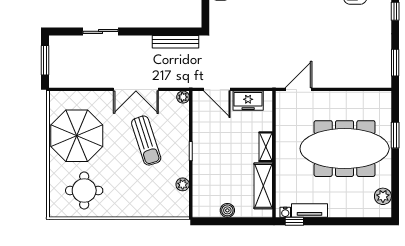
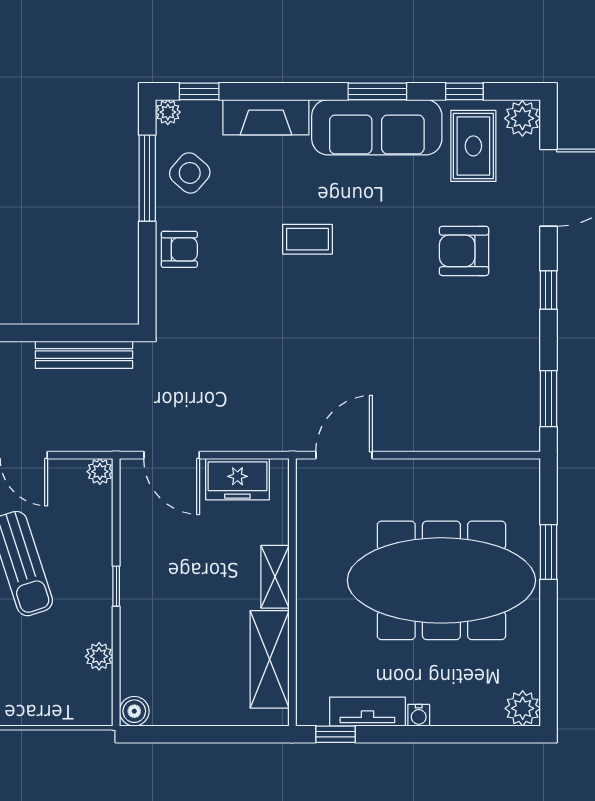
plant: (383, 196) -> (523, 708), moved
boiler: (227, 210) -> (134, 711), moved
water cooler: (285, 212) -> (419, 715), moved

